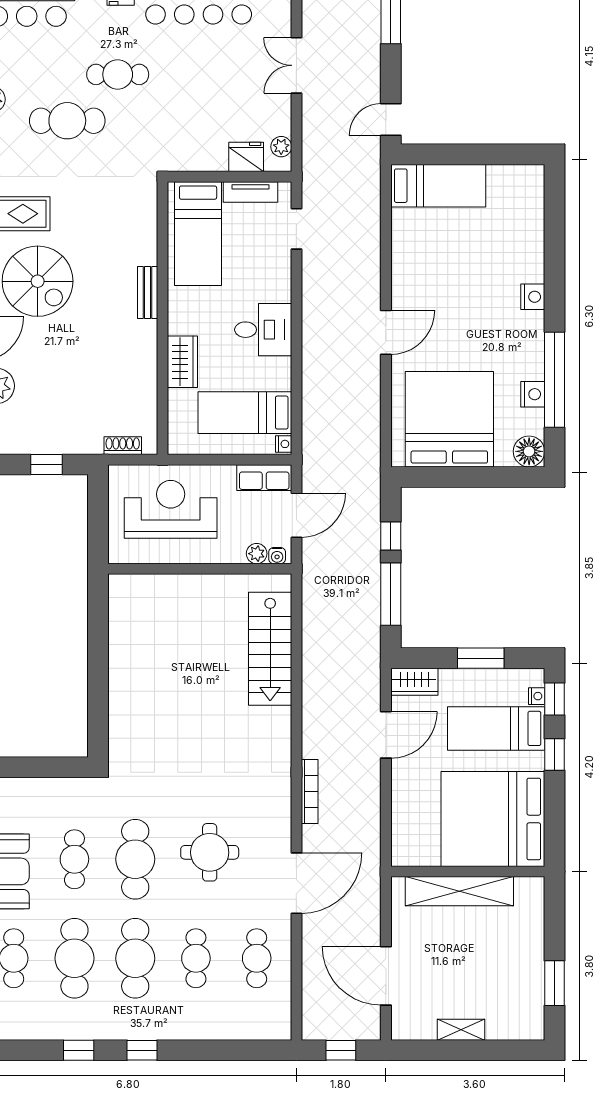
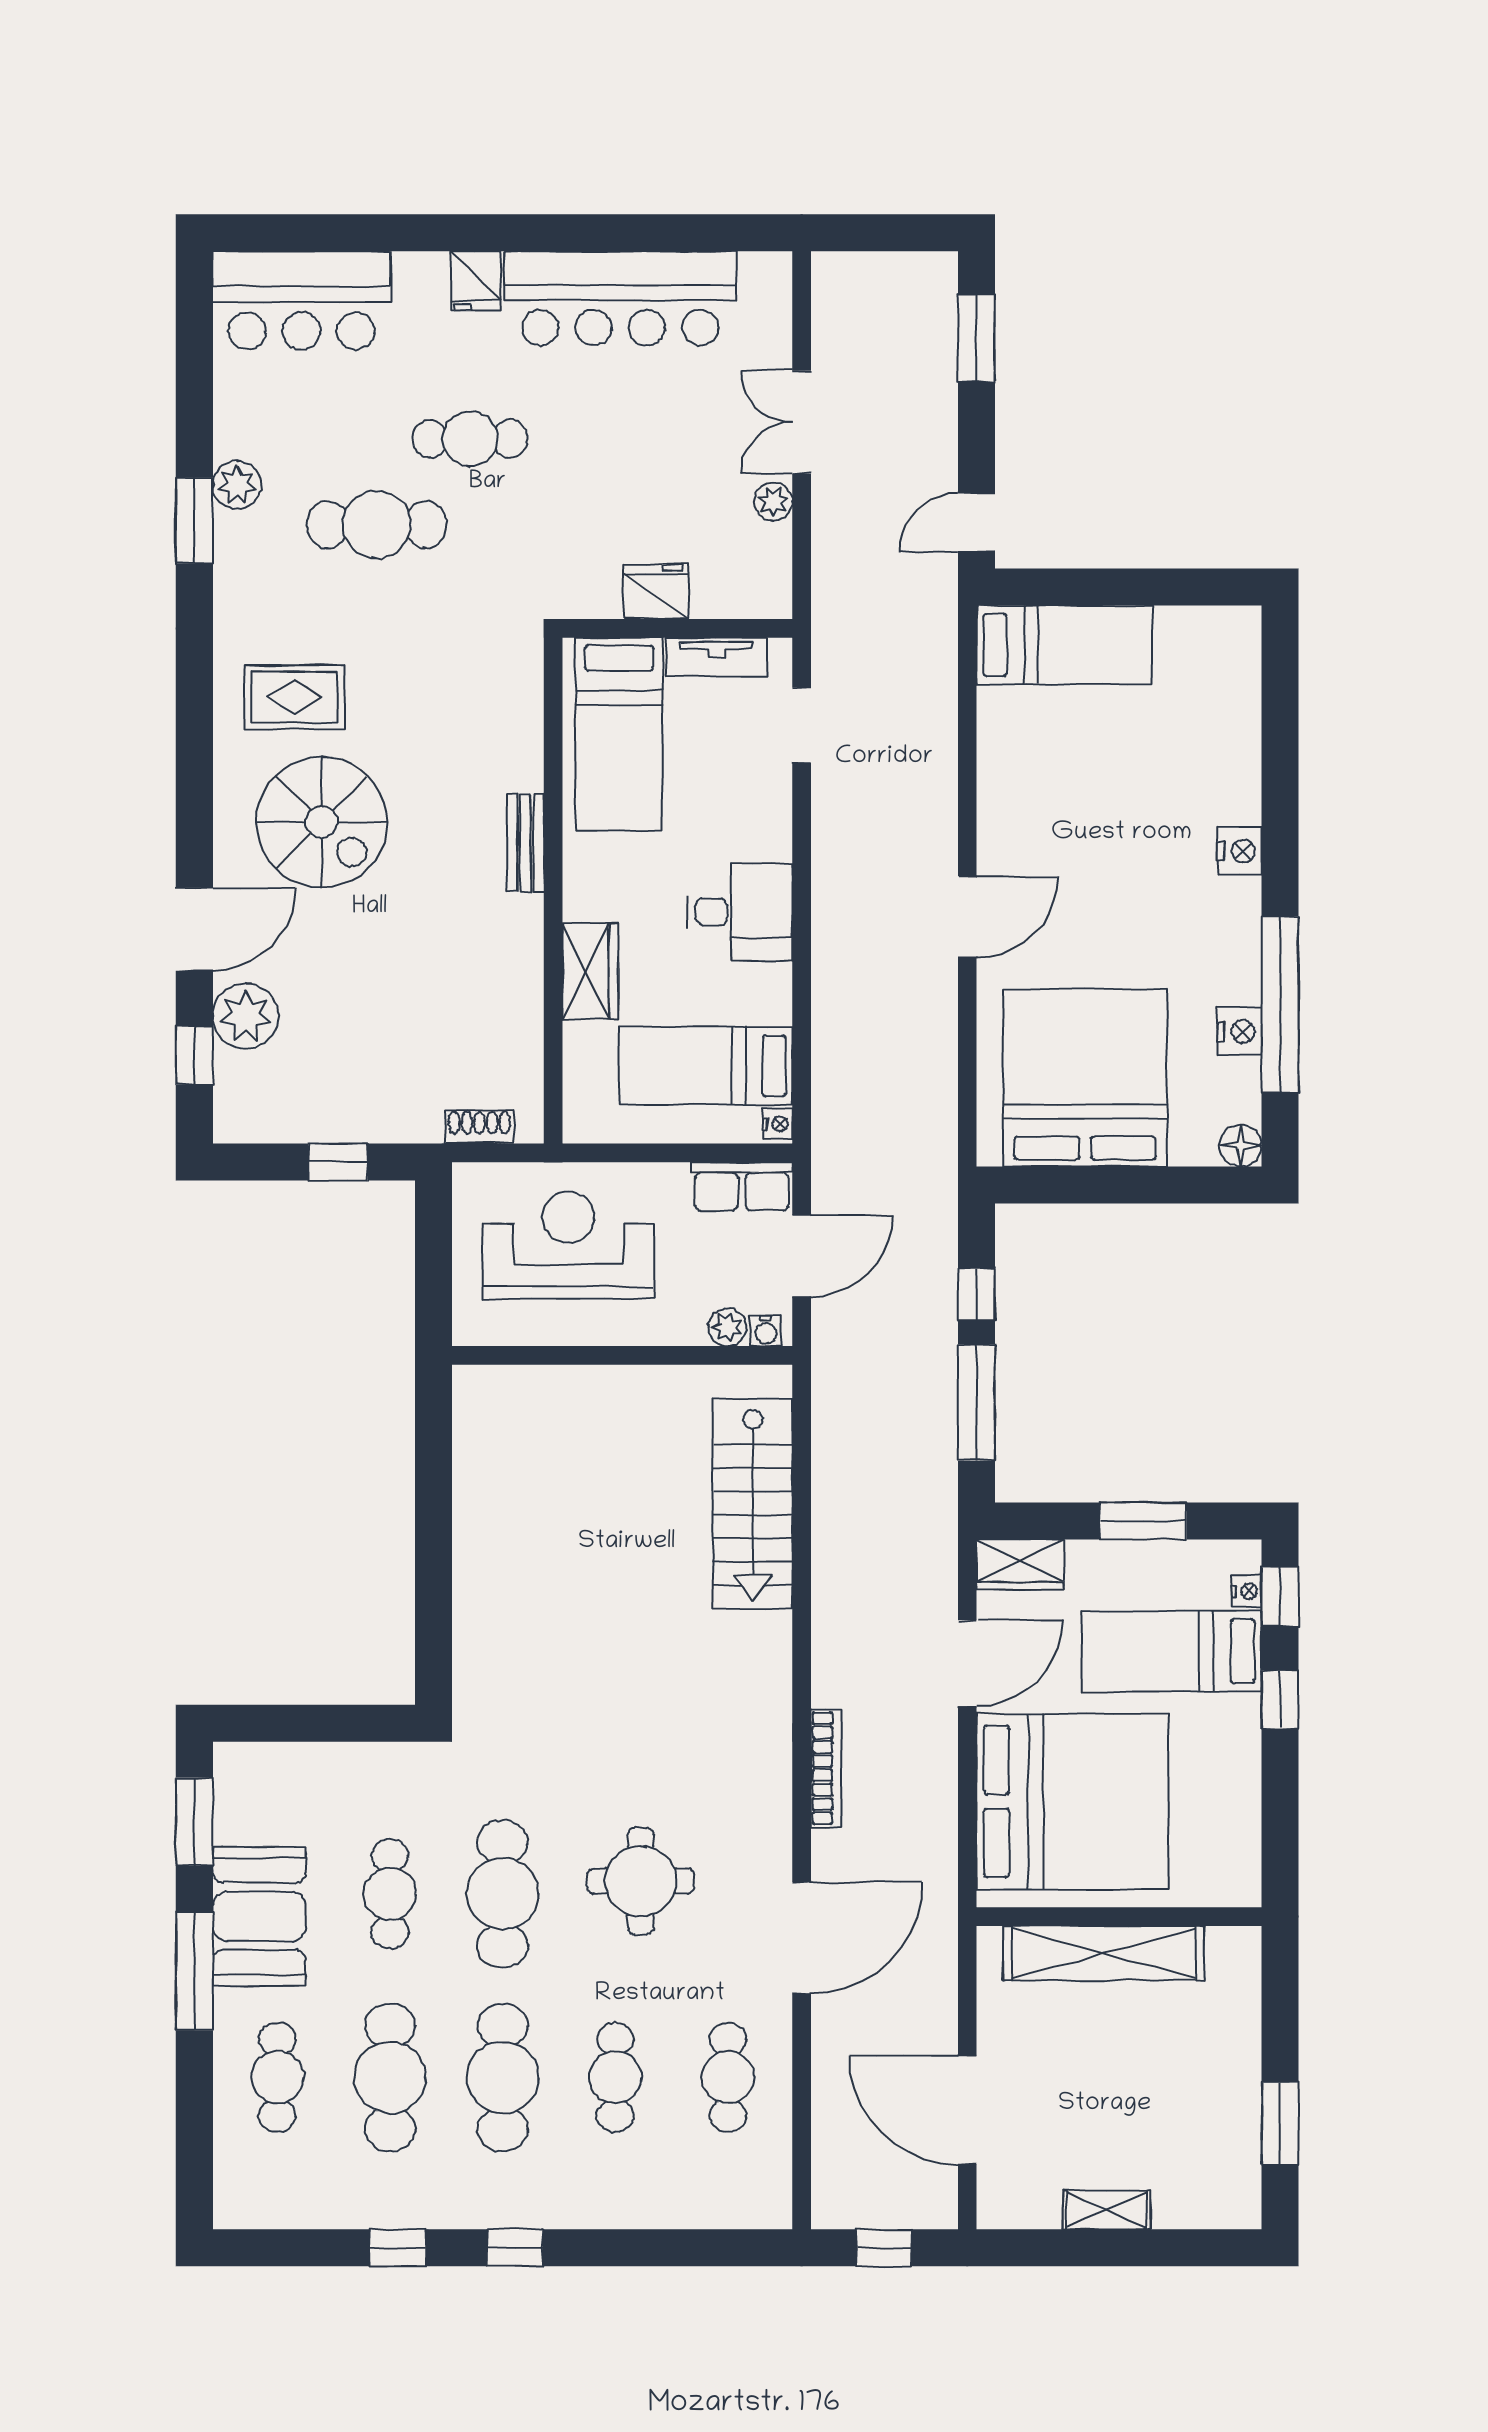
plant: (281, 147) -> (773, 502), moved
fridge: (246, 157) -> (656, 592), moved
floor lamp: (529, 451) -> (1241, 1146), width x0.73, depth x0.73
bed: (493, 819) -> (1072, 1801), moved, turned 180

